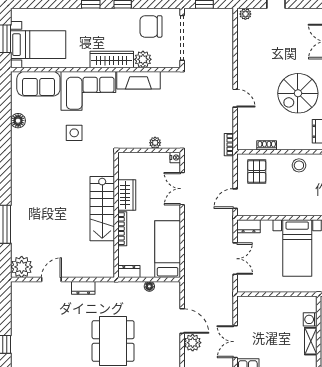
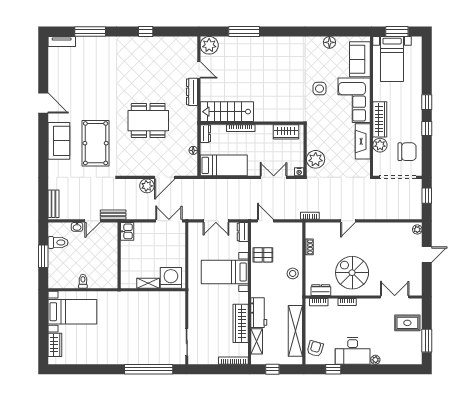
chair: (151, 26) -> (407, 152), turned 90
plant: (155, 143) -> (316, 159), width x1.88, depth x1.88
pallet: (257, 171) -> (263, 255), moved
wardrobe: (127, 195) -> (286, 132), moved
stairs: (102, 209) -> (227, 112), moved
dresser: (83, 288) -> (192, 92), width x1.44
washing machine: (310, 319) -> (171, 278), width x1.89, depth x1.89
double door: (235, 342) -> (169, 221), moved

